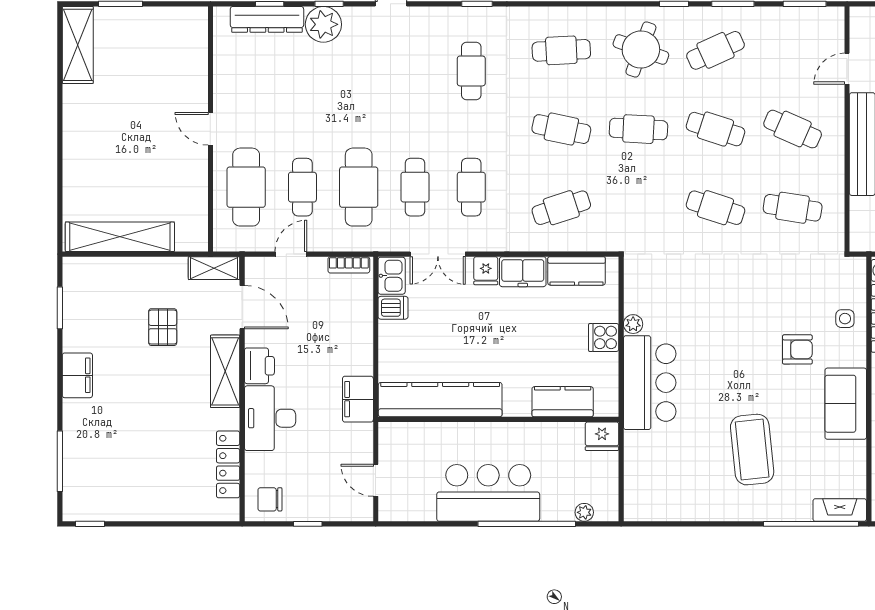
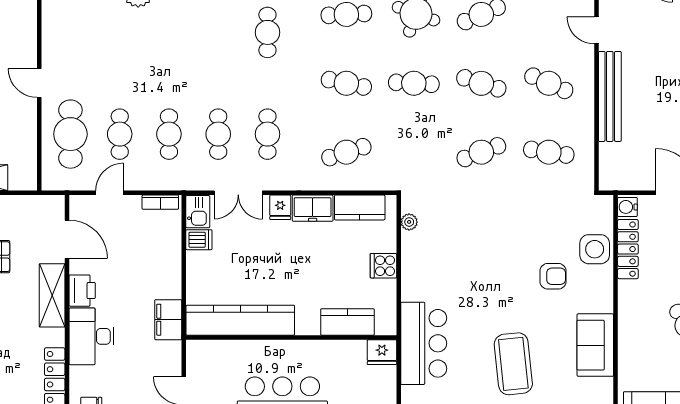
door: (847, 69) -> (596, 30), hinge flipped
cafe table: (359, 187) -> (169, 134), width x0.73, depth x0.74
cafe table: (716, 208) -> (481, 152), turned -39
shelving: (214, 268) -> (42, 205), removed
side table: (845, 319) -> (595, 249), width x1.87, depth x1.87
plant: (633, 324) -> (409, 222), moved
bar counter: (650, 383) -> (424, 343), moved
sofa: (846, 404) -> (595, 345), moved

